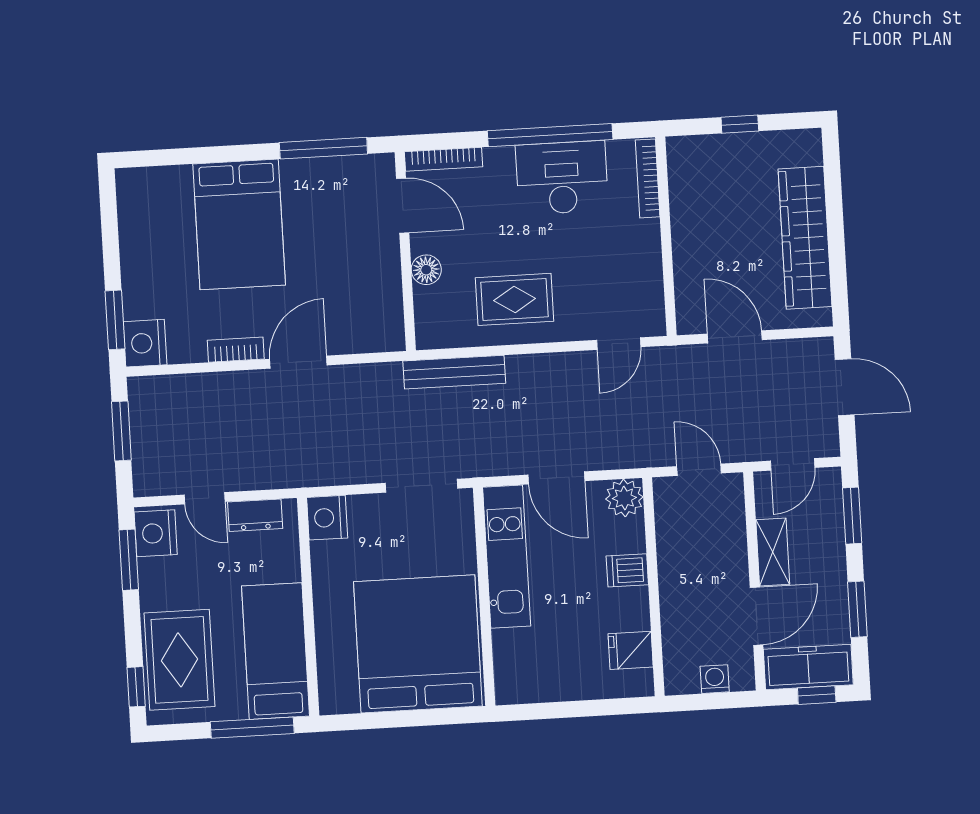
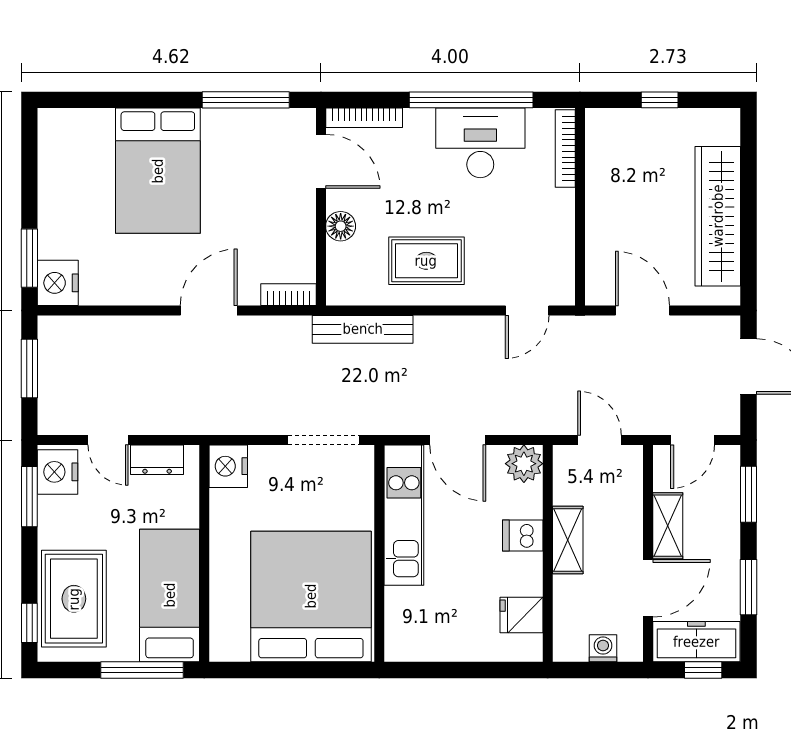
bookcase: (236, 350) -> (289, 295), moved
shelving: (673, 572) -> (568, 540), added

